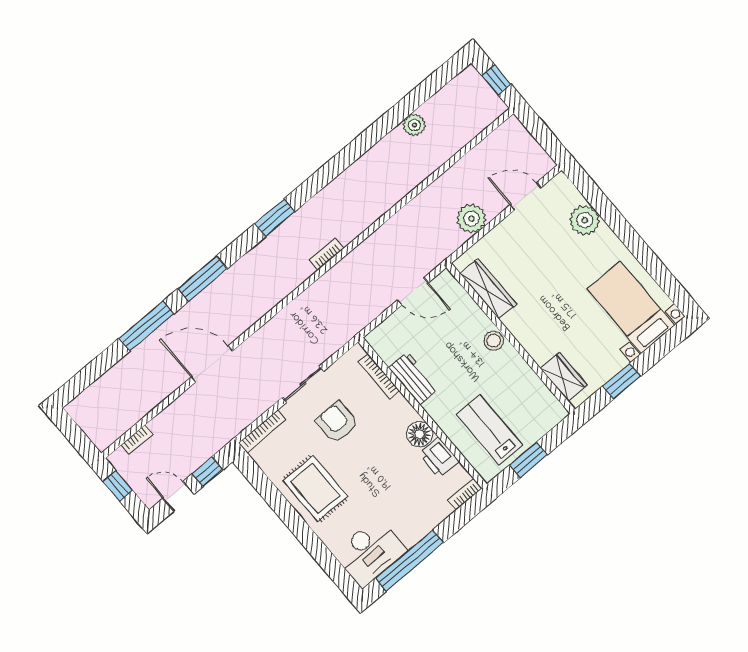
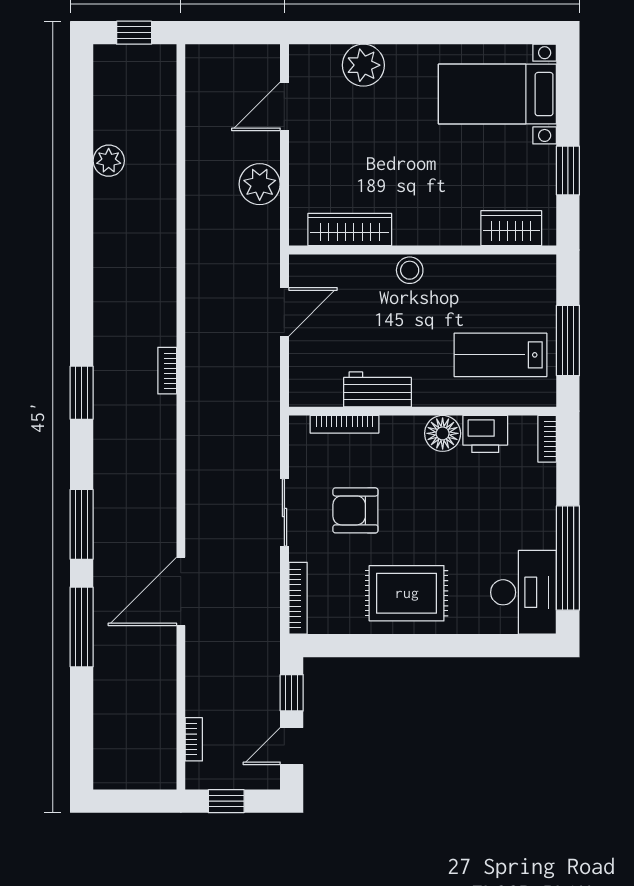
window: (528, 460) -> (568, 341), width x1.44

